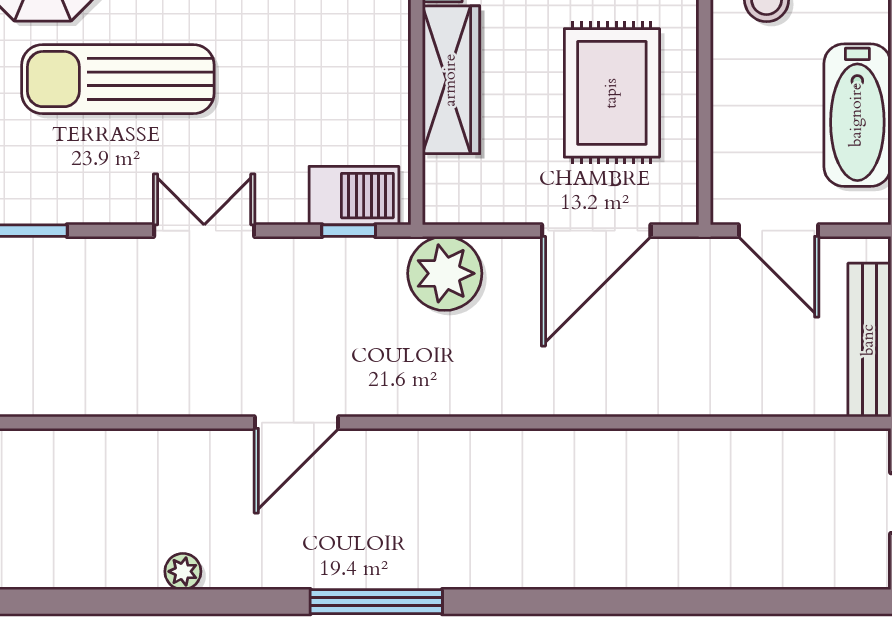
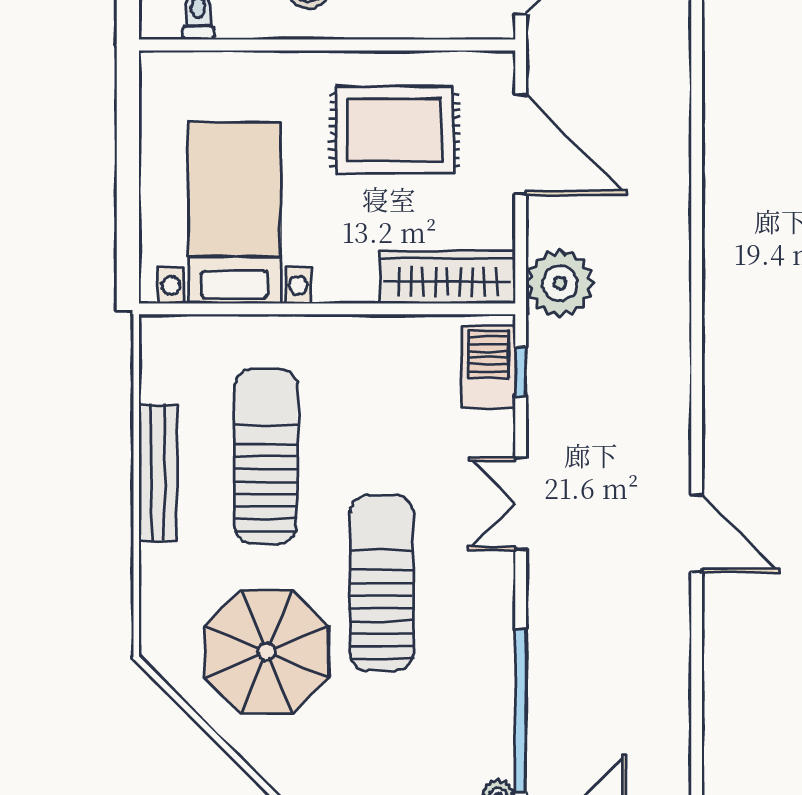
sun lounger: (118, 79) -> (382, 583), turned 180
wardrobe: (451, 80) -> (448, 277), moved
door: (297, 423) -> (697, 533), moved

